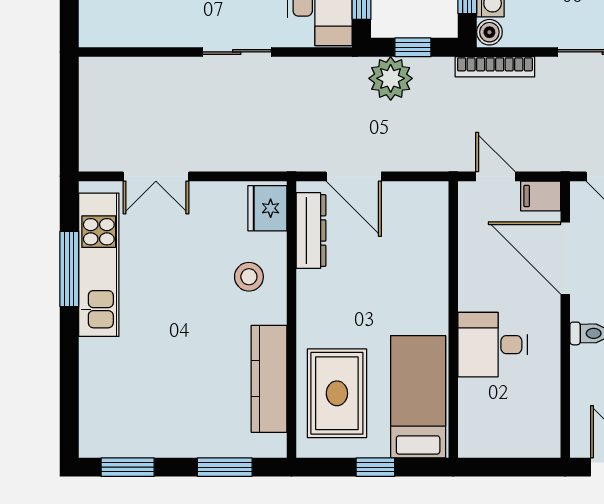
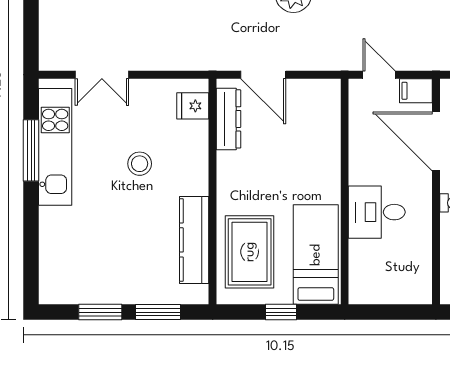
fridge: (267, 208) -> (193, 106), width x0.72
stool: (249, 277) -> (140, 164), moved
window: (128, 467) -> (100, 312), moved

